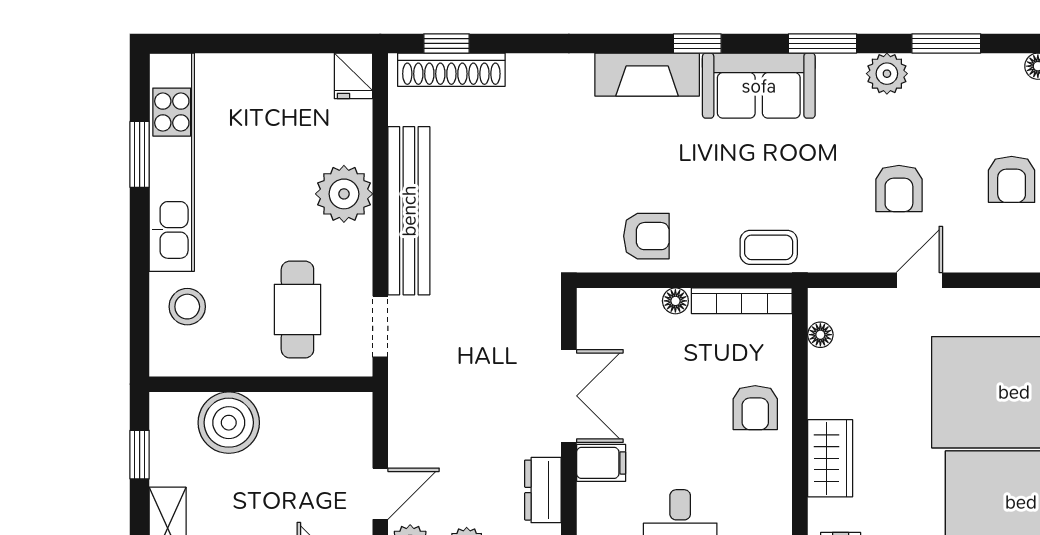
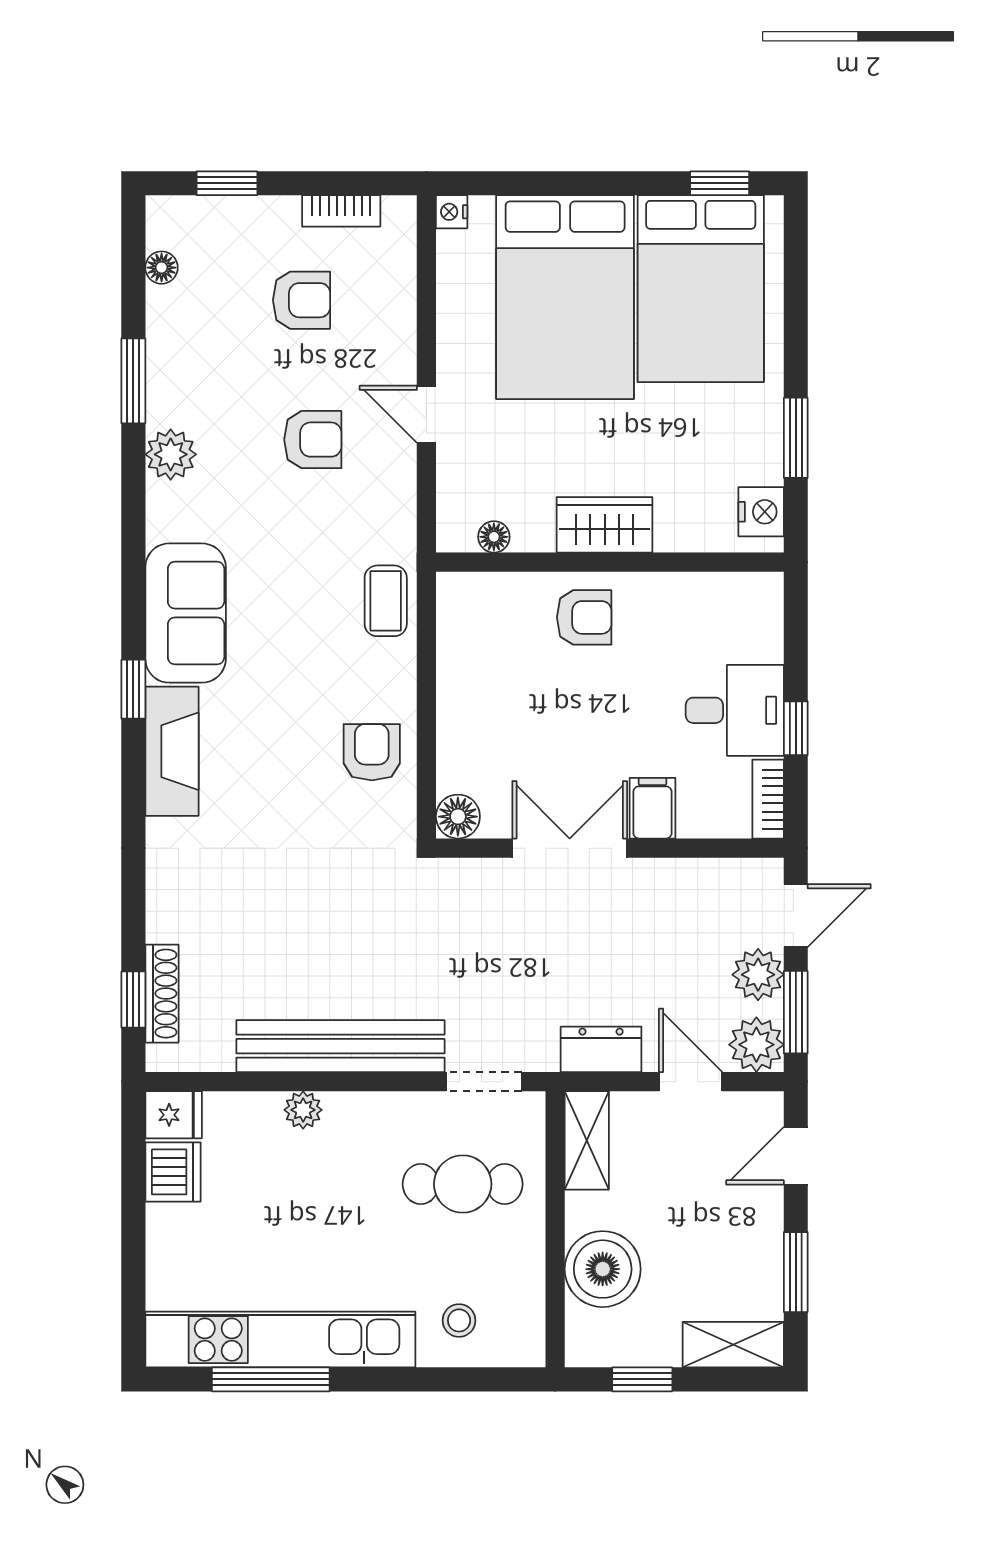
window: (823, 43) -> (133, 534), removed
shoe rack: (451, 70) -> (162, 994), width x0.74, depth x0.81
dishwasher: (307, 75) -> (173, 1172), added
window: (140, 154) -> (271, 1379), width x1.44
plant: (344, 194) -> (303, 1110), width x0.53, depth x0.53
floor lamp: (675, 301) -> (458, 817), moved, width x1.37, depth x1.37
bookcase: (742, 301) -> (452, 634), removed
stool: (187, 307) -> (459, 1320), width x0.73, depth x0.73
shelving: (333, 410) -> (587, 1140), added
wardrobe: (830, 458) -> (605, 525), moved
dresser: (543, 490) -> (601, 1049), moved, turned 180

